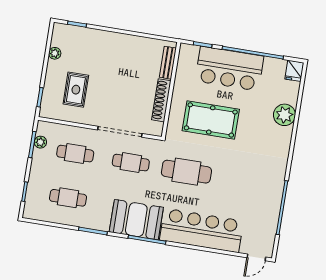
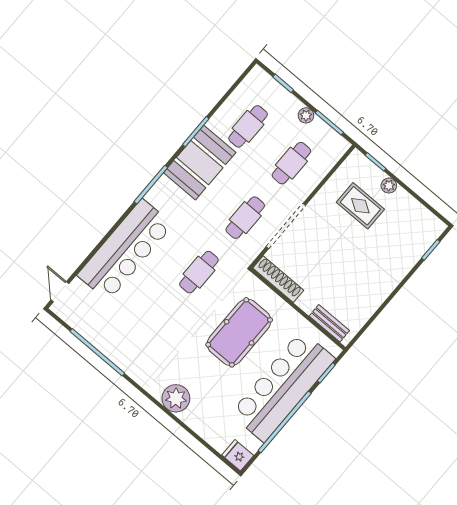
plant: (55, 53) -> (389, 186), moved
bar counter: (229, 69) -> (283, 386), width x1.36
shoe rack: (161, 100) -> (278, 279), moved
plant: (284, 115) -> (176, 398), moved
plant: (40, 142) -> (306, 115), moved
cafe table: (186, 172) -> (199, 272), width x0.73, depth x0.74
booth: (136, 220) -> (200, 163), moved

